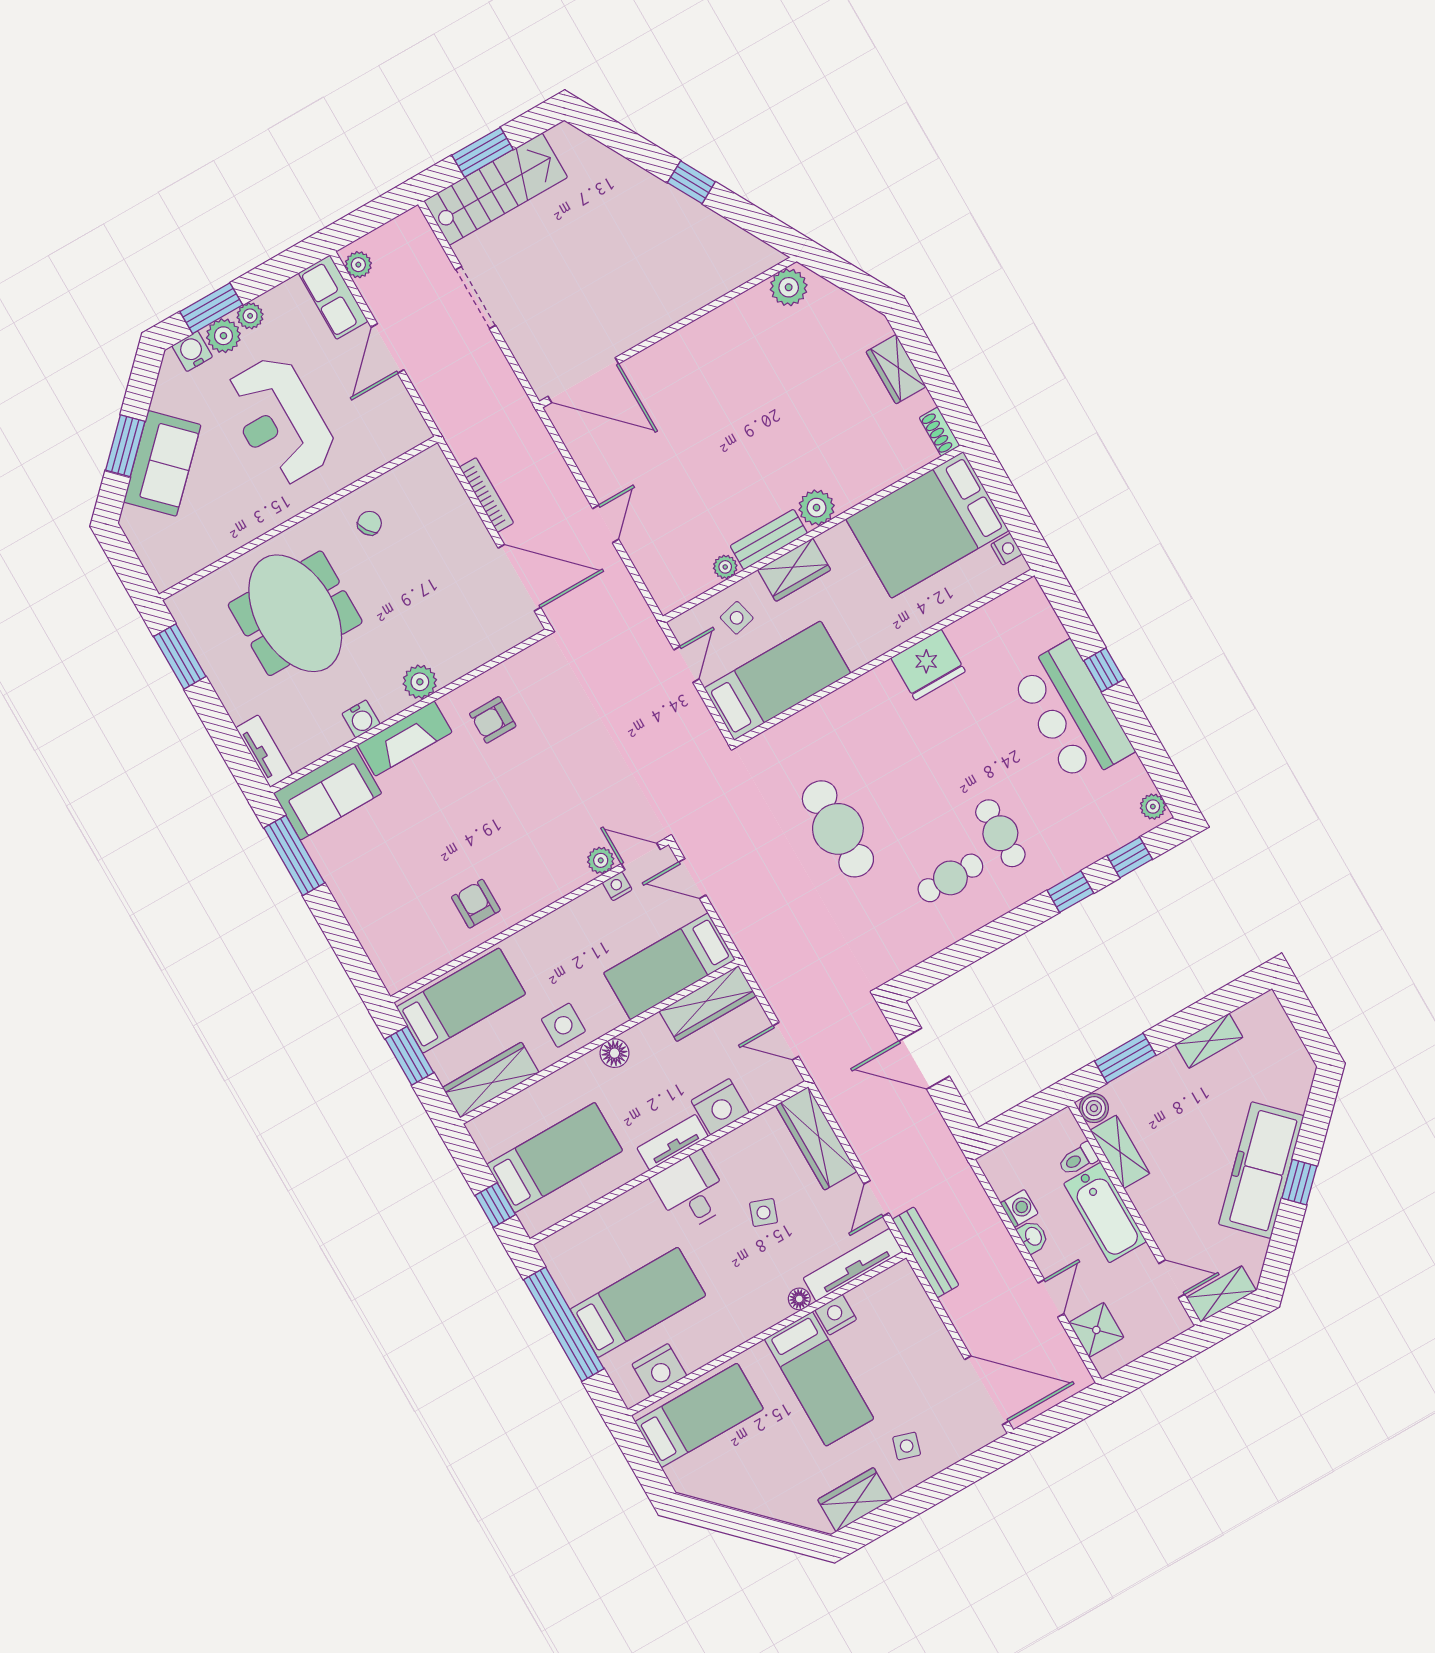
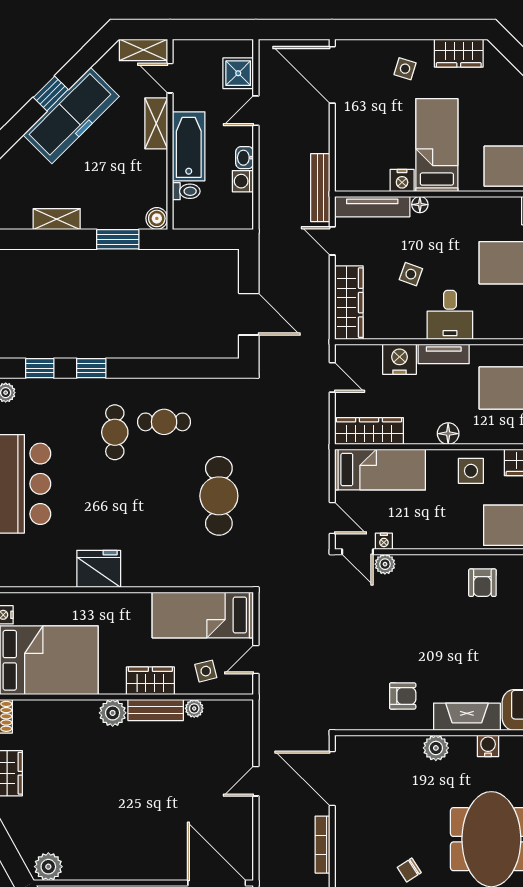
shelving: (1120, 1152) -> (156, 123), moved
door: (876, 1199) -> (332, 241), swing flipped

